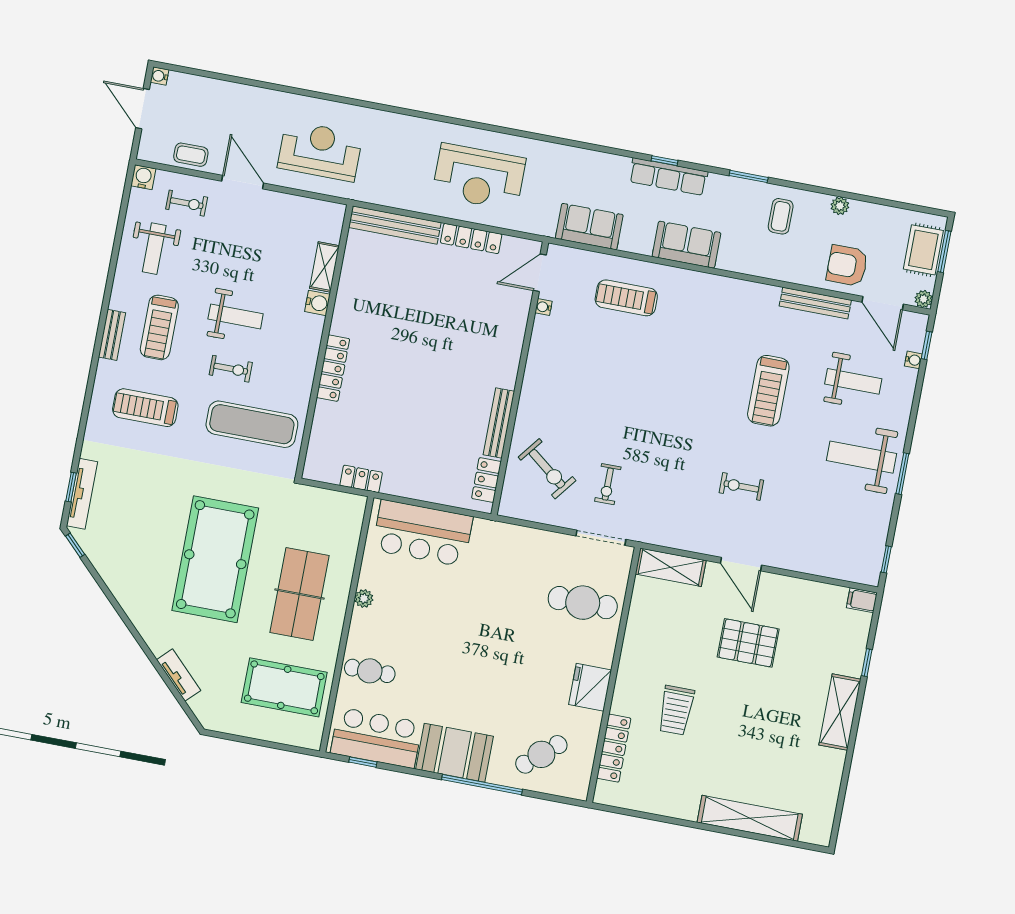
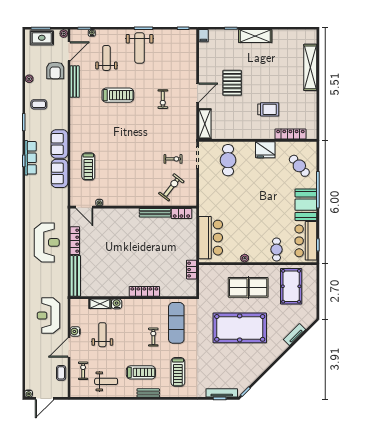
water cooler: (143, 177) -> (75, 331), moved
sofa: (589, 227) -> (60, 173), moved
weight bench: (236, 316) -> (102, 335), moved

